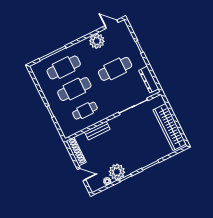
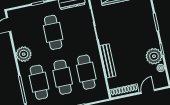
plant: (97, 41) -> (24, 54), moved
cafe table: (85, 111) -> (86, 72), width x1.37, depth x1.35
bench: (97, 131) -> (108, 61), width x1.36

